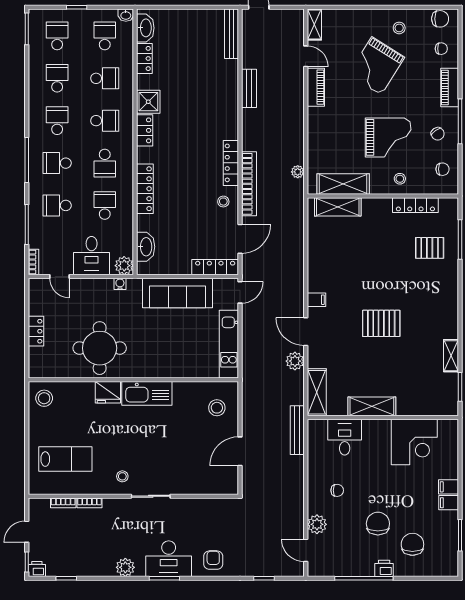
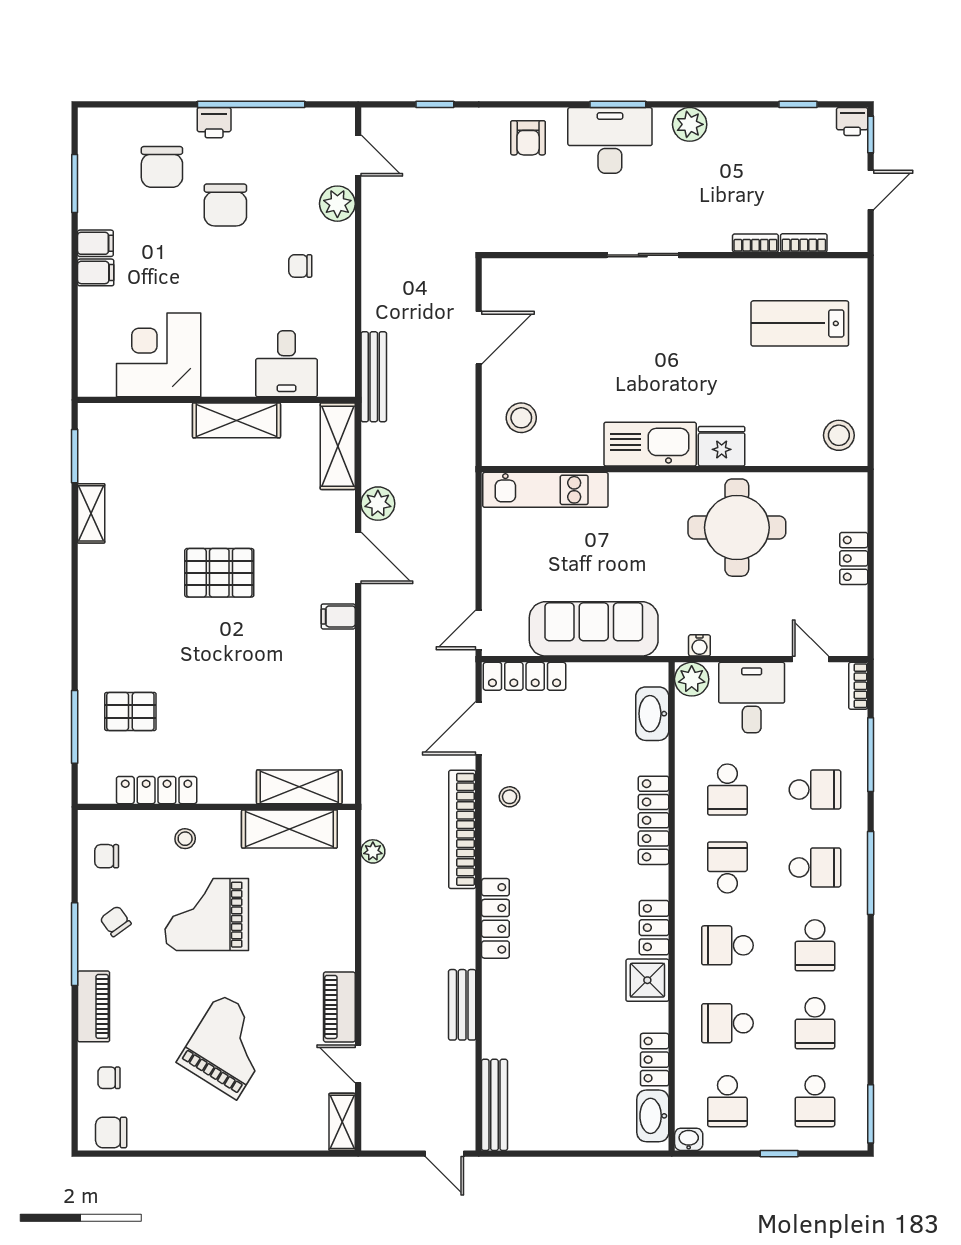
stool: (399, 28) -> (186, 1116), removed
locker: (231, 163) -> (495, 918), moved
kitchen unit: (229, 344) -> (545, 490), moved, turned 90
stool: (122, 476) -> (695, 292), removed

